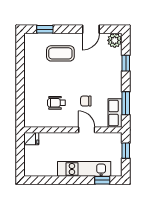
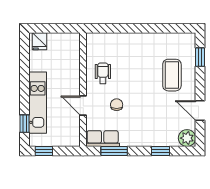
wheelchair: (57, 103) -> (103, 73), moved
door: (87, 130) -> (83, 106), swing flipped
fridge: (31, 139) -> (39, 41), moved
window: (126, 151) -> (44, 151), moved

